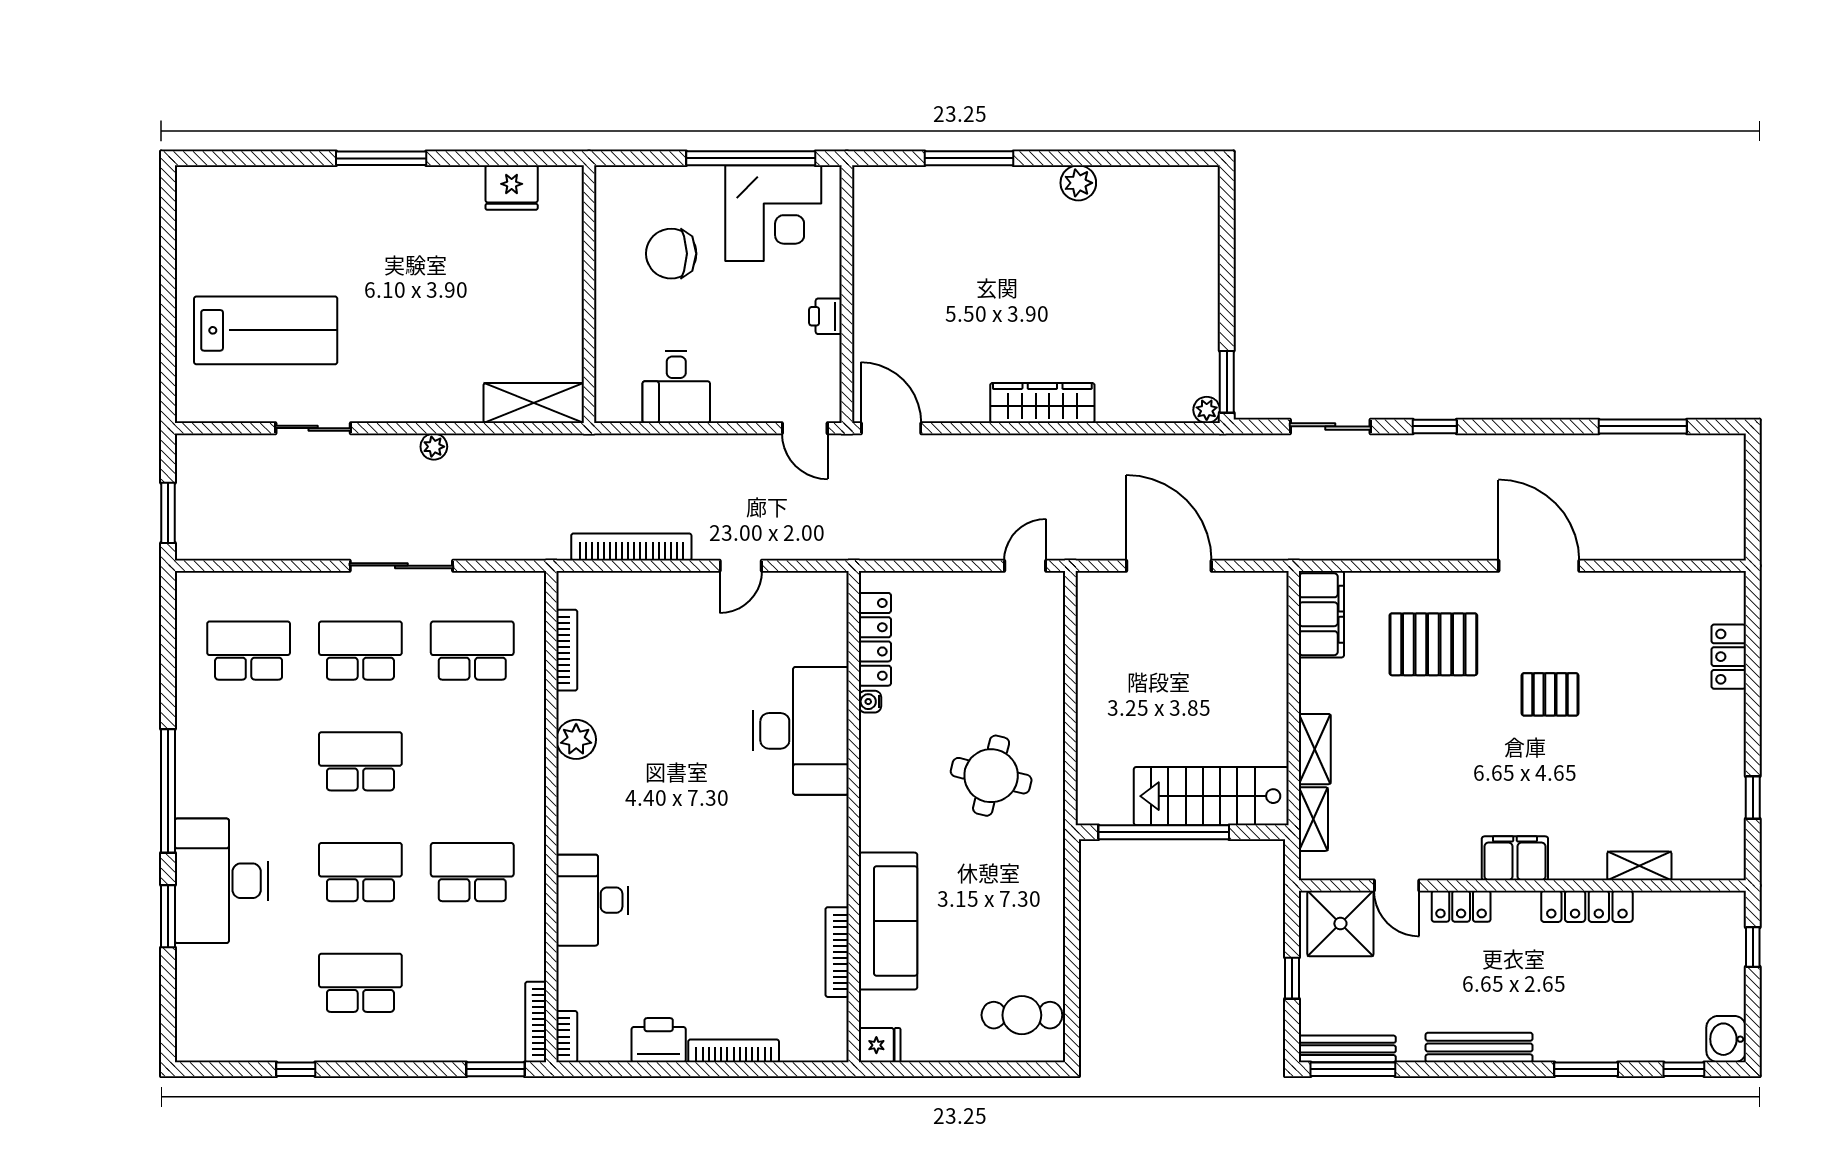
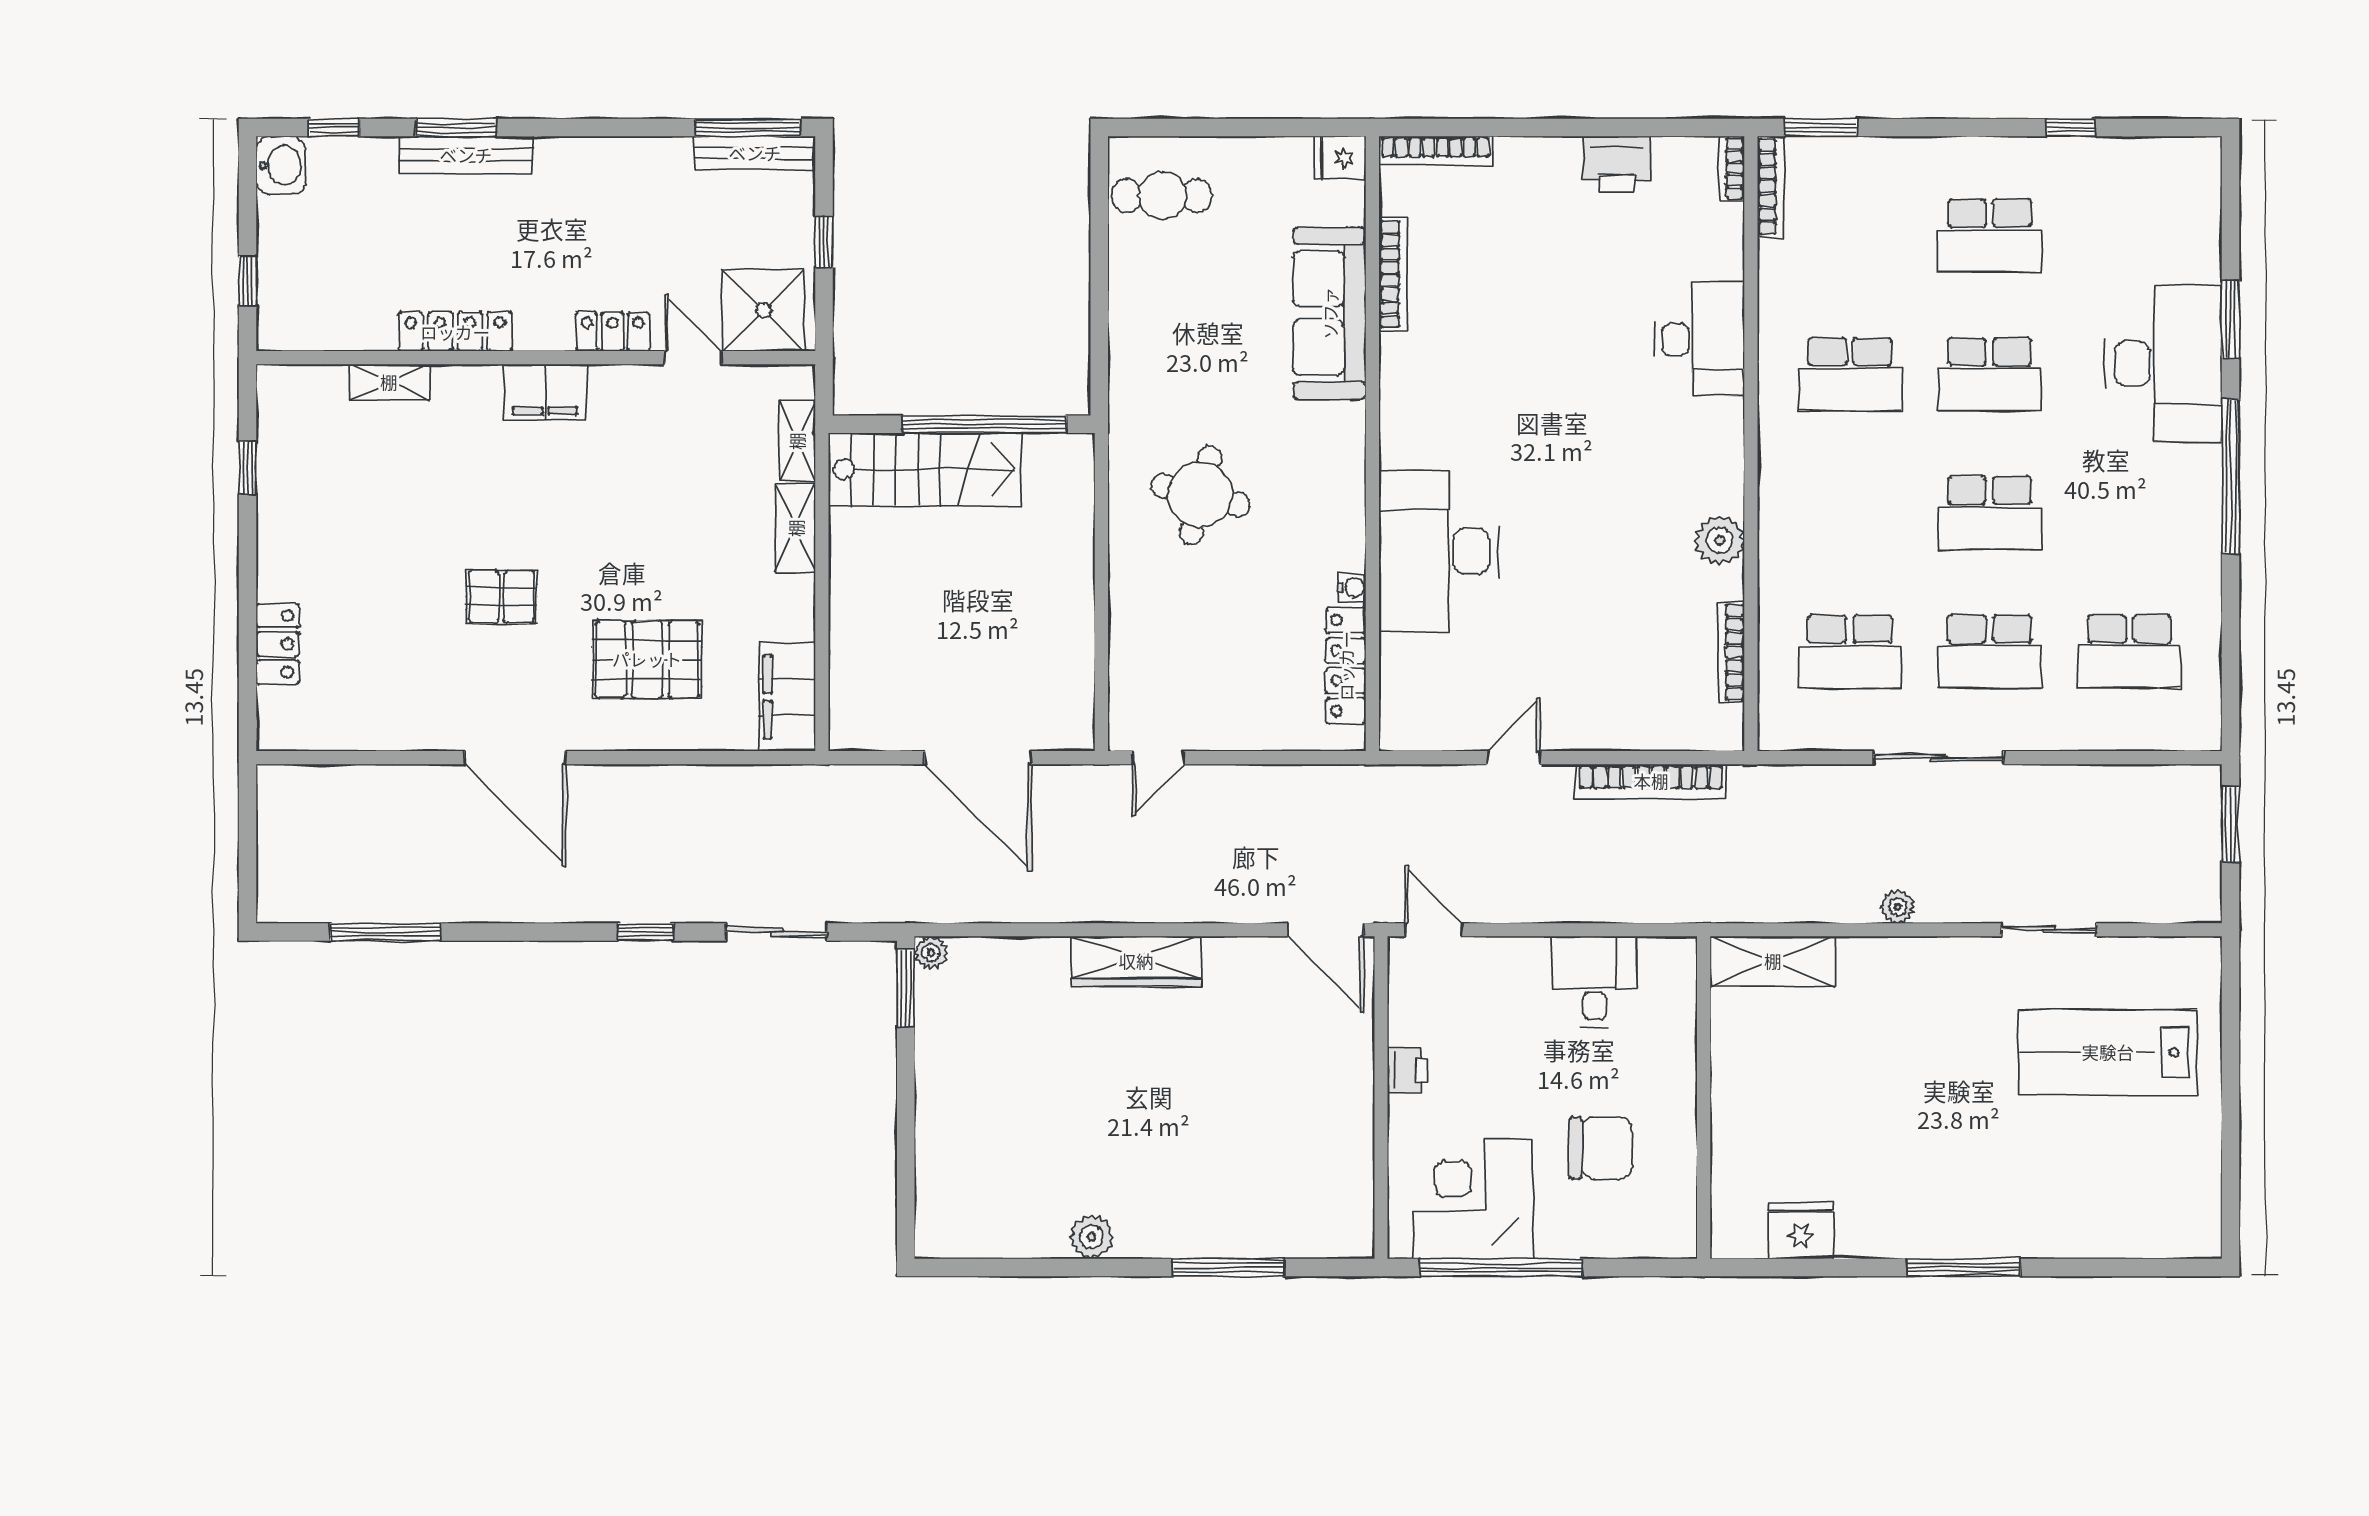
bench: (1479, 1048) -> (466, 155), moved
bookcase: (734, 1051) -> (1435, 151), moved

